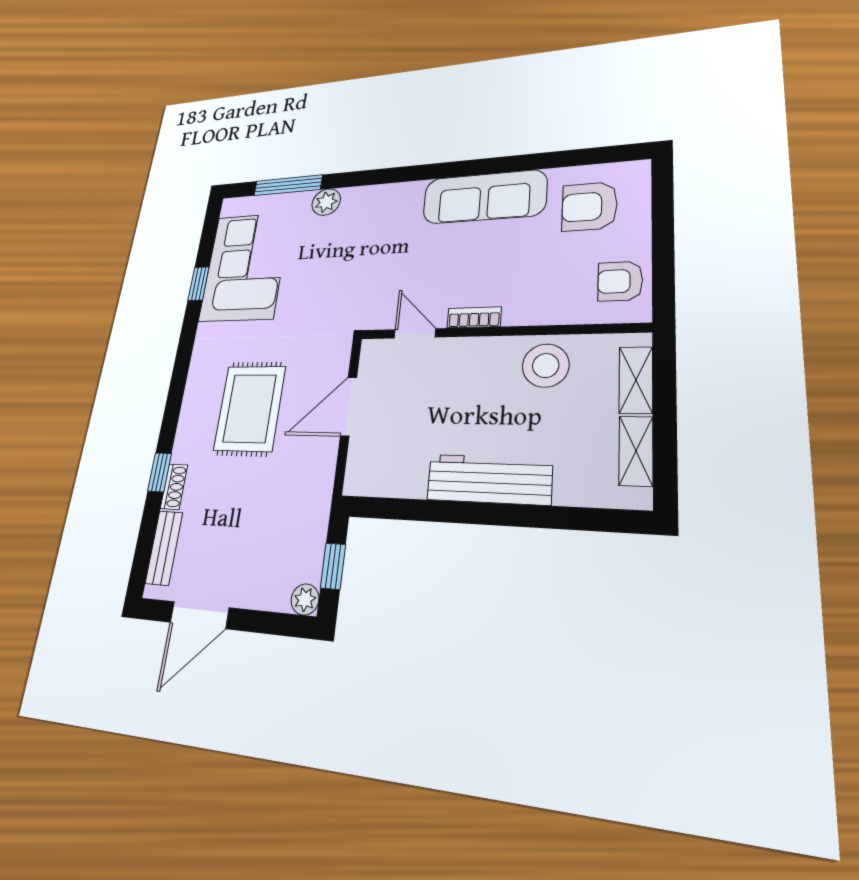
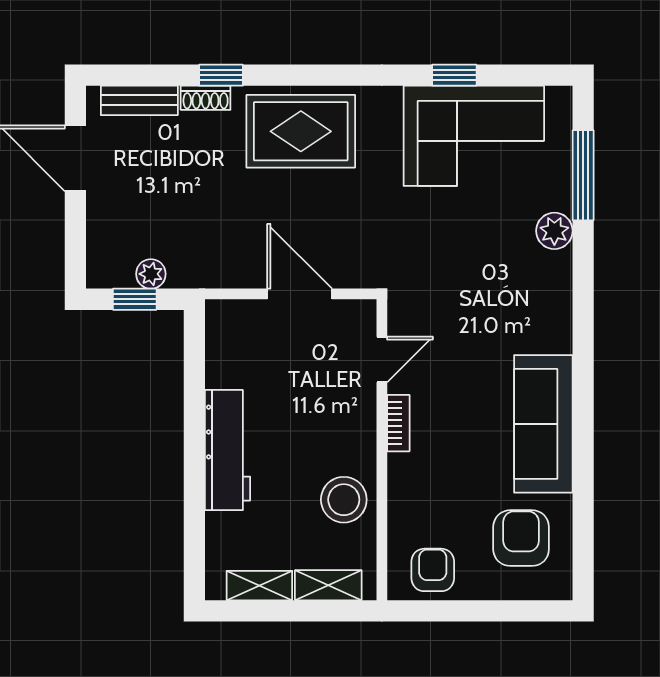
rug: (250, 408) -> (301, 131), moved
plant: (305, 599) -> (151, 274), moved

